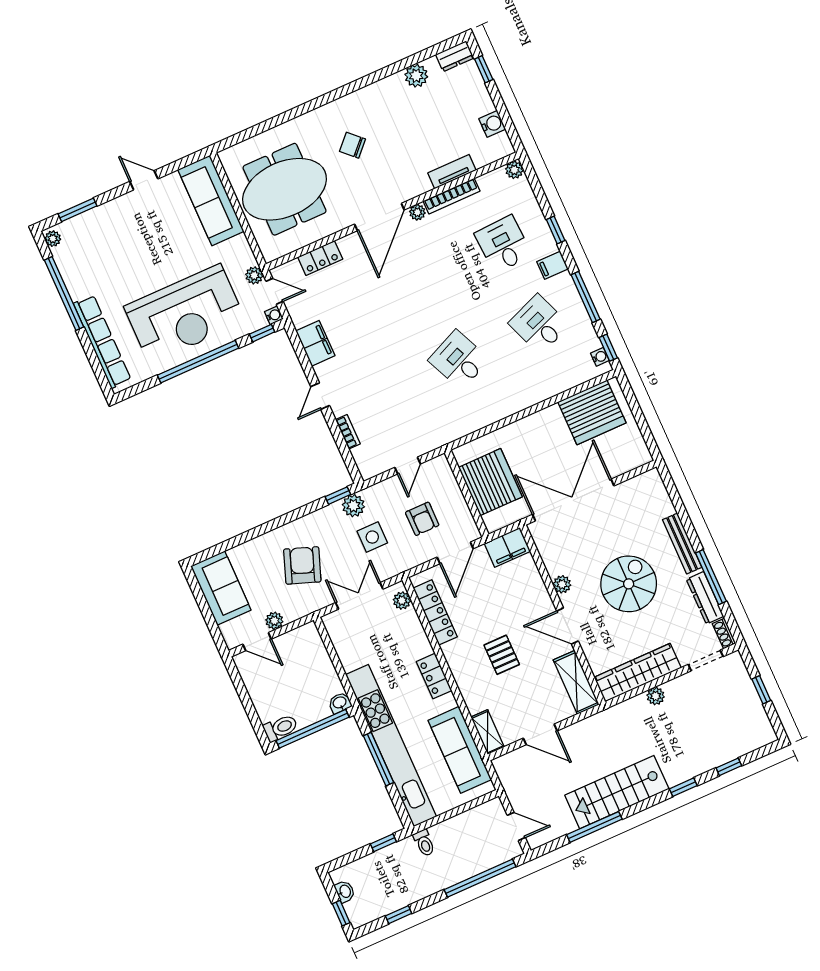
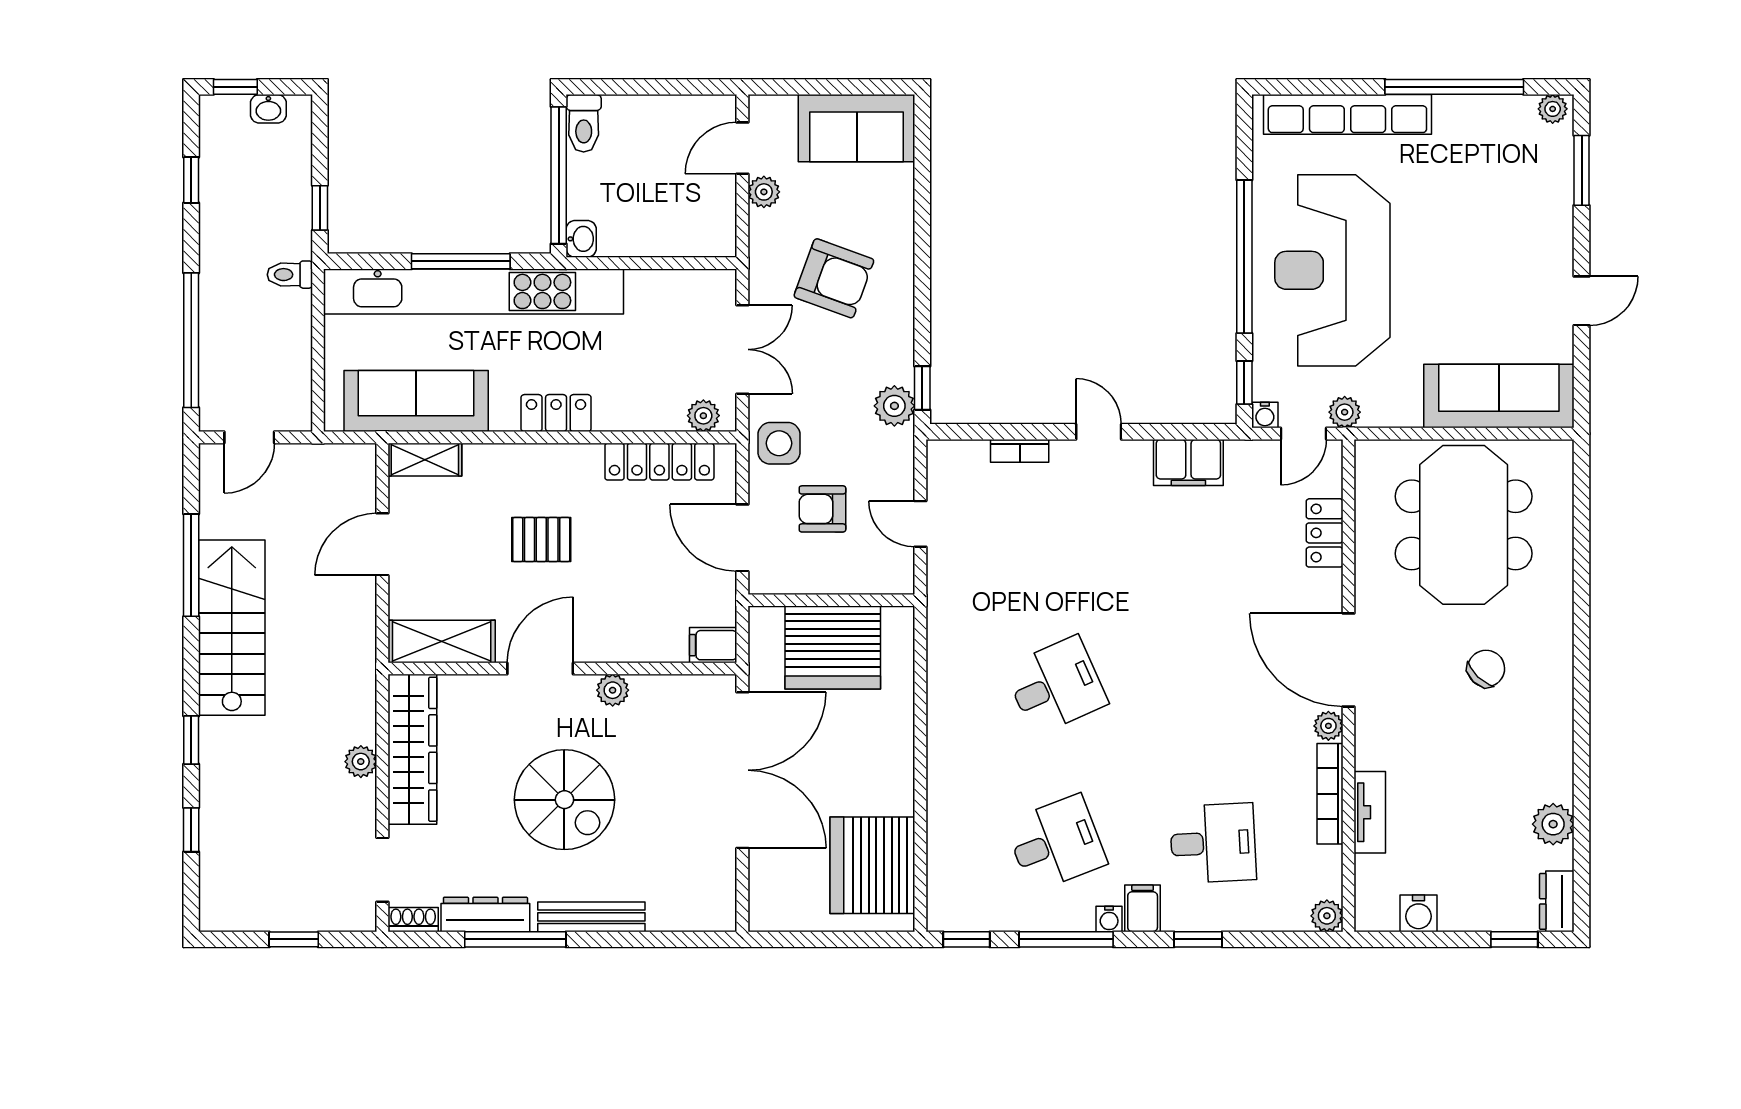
water cooler: (600, 357) -> (1109, 919), moved
side table: (372, 537) -> (779, 443), moved
filing cabinet: (507, 547) -> (713, 645), width x0.50

